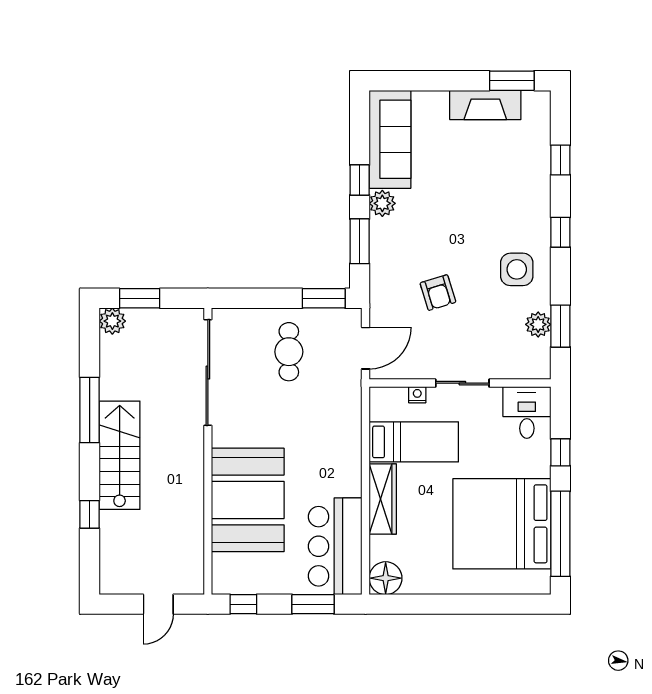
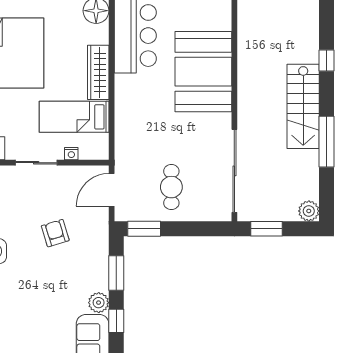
window: (140, 298) -> (267, 229), moved

